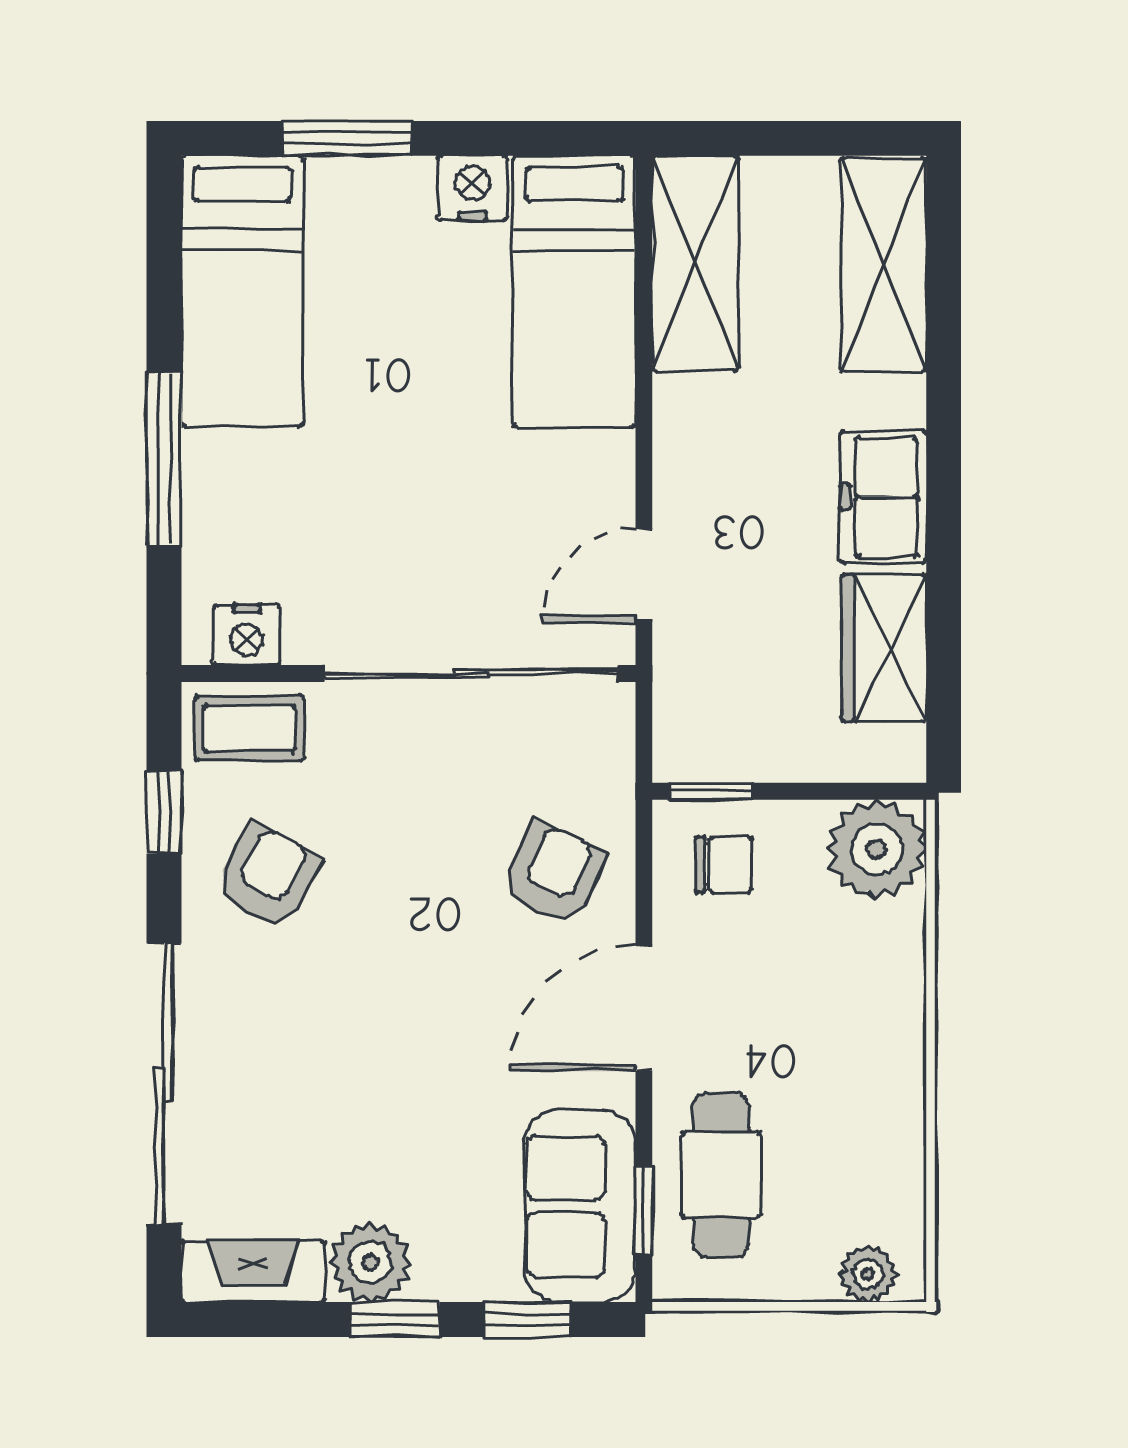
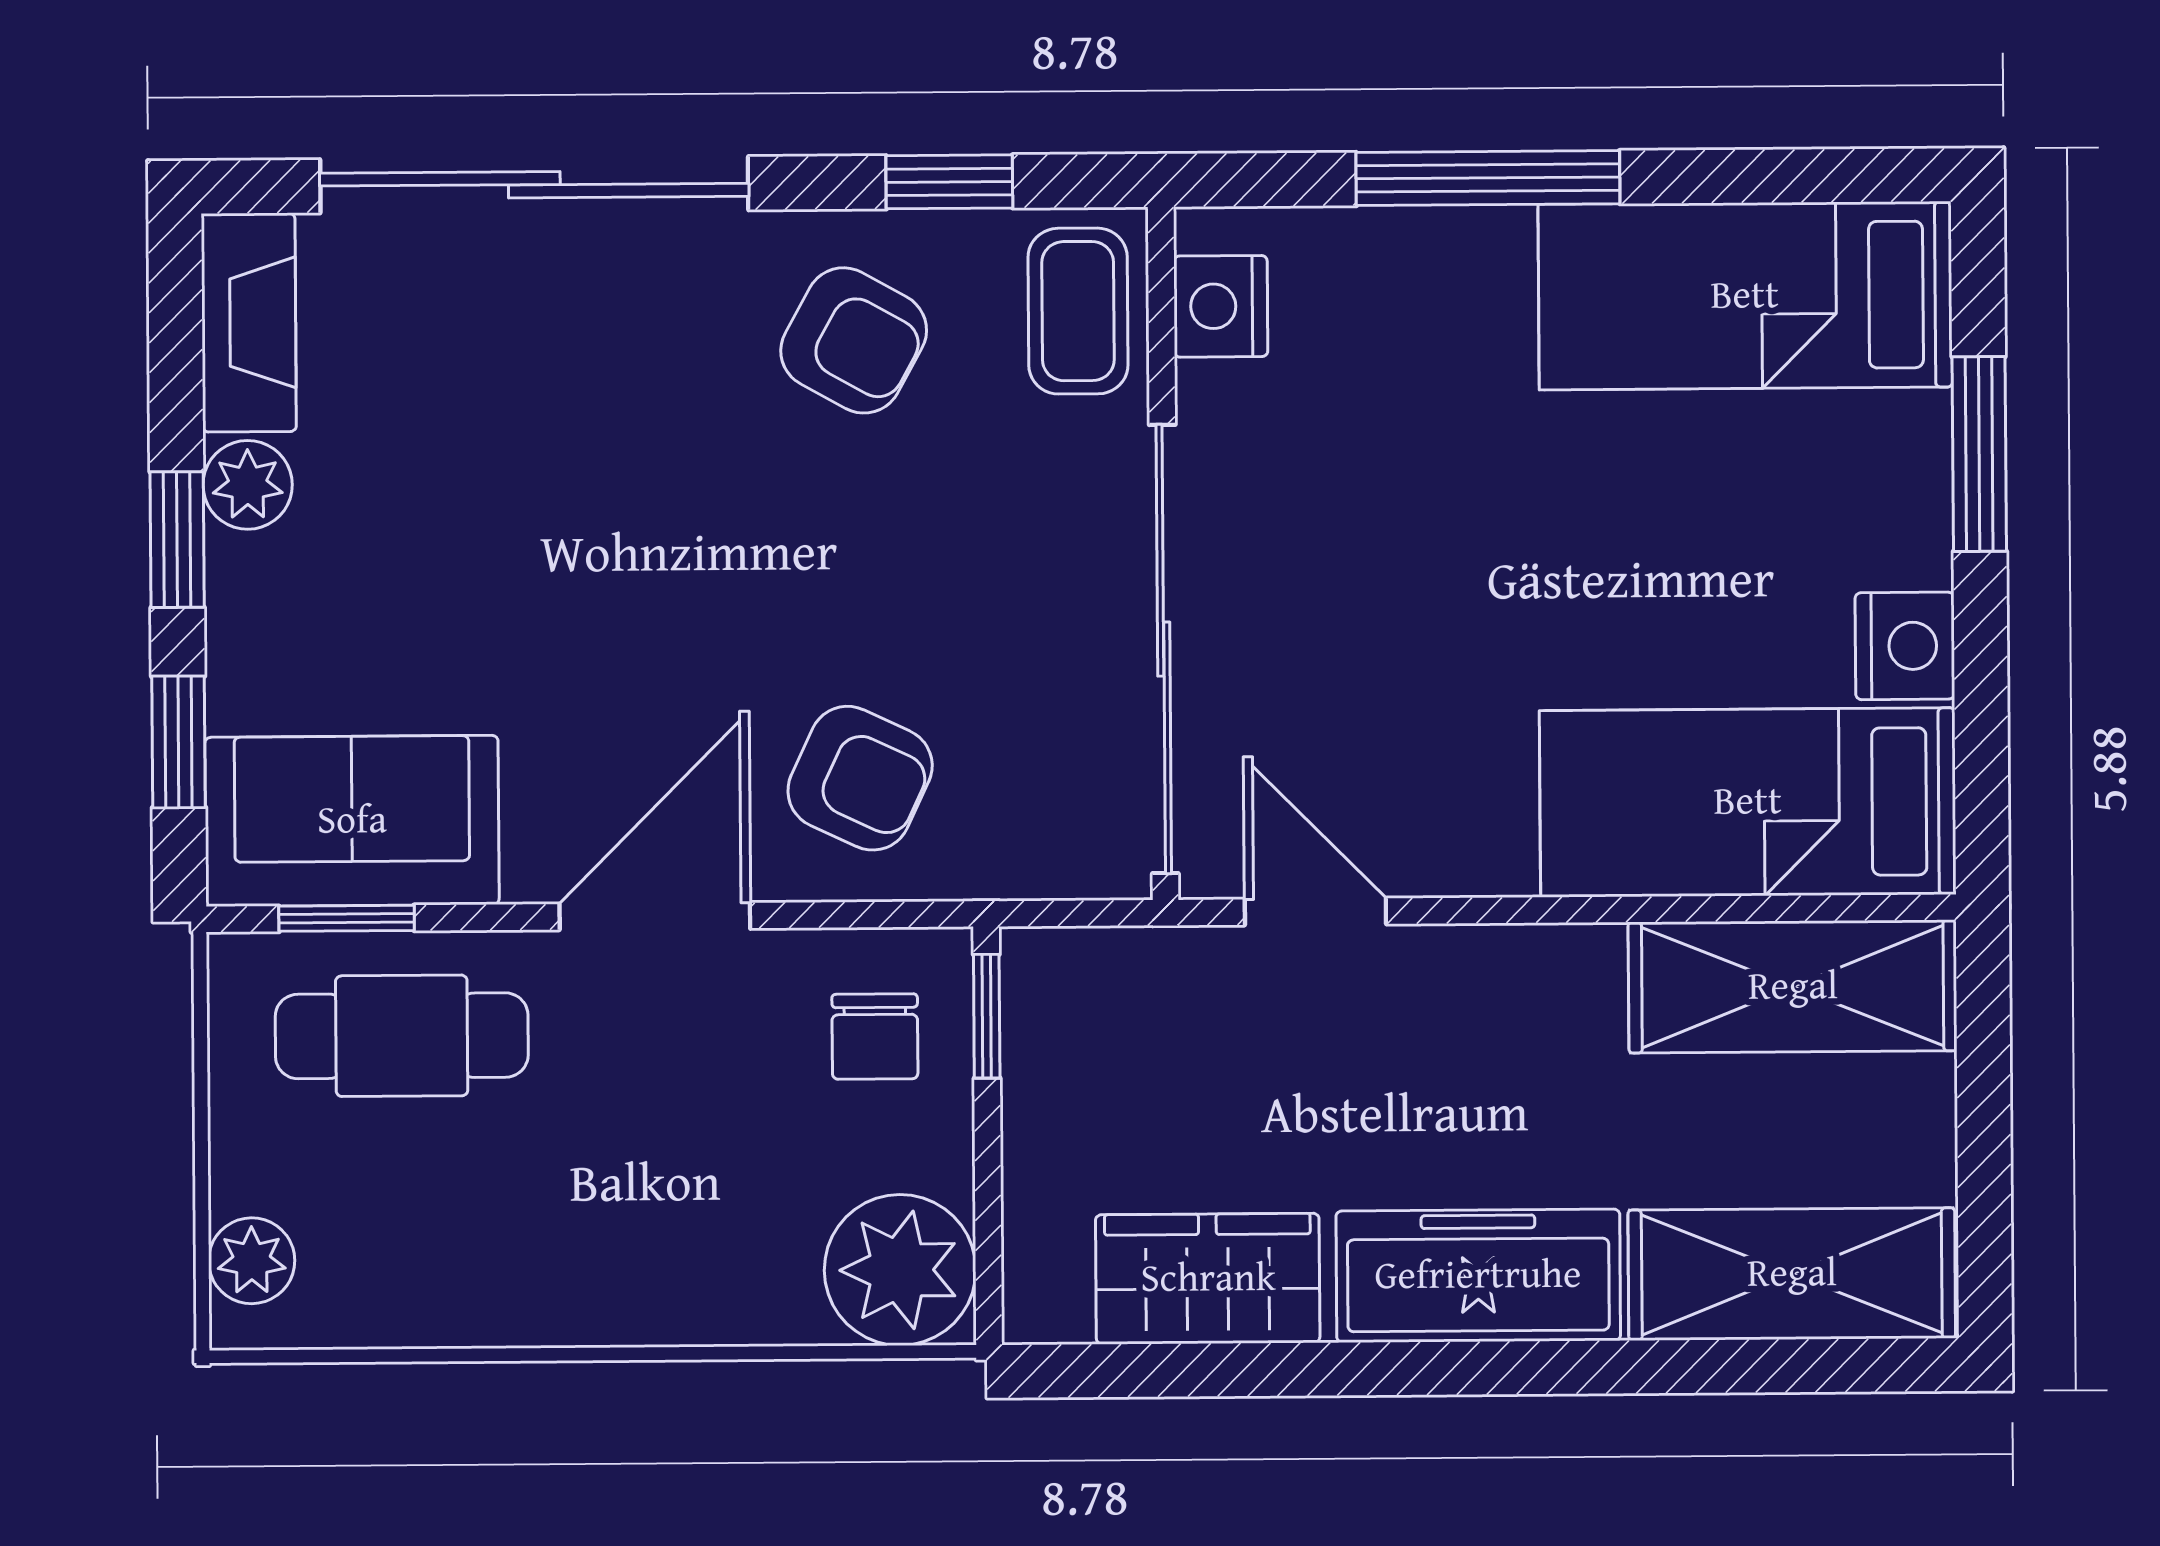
freezer: (883, 497) -> (1478, 1276), width x1.40
door: (644, 1008) -> (655, 916), hinge flipped
plant: (370, 1262) -> (248, 485), width x0.73, depth x0.73

